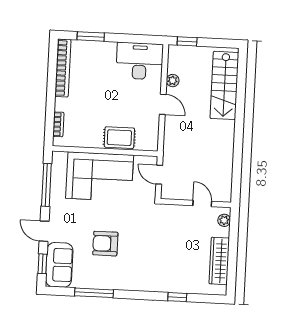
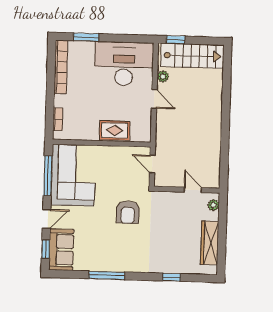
desk: (140, 61) -> (124, 64), width x1.36, depth x1.30
stairs: (224, 85) -> (192, 56), moved, turned -90
corner sofa: (100, 177) -> (73, 175), moved, turned -90
door: (44, 231) -> (47, 219), swing flipped
armchair: (105, 244) -> (128, 212), moved, turned -90
window: (94, 293) -> (107, 275), moved

